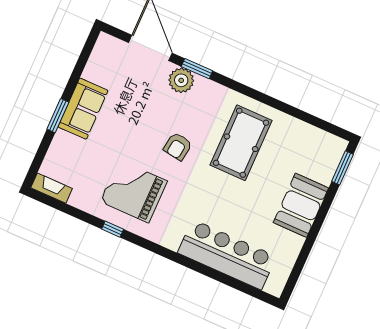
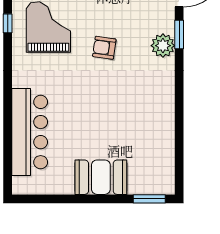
plant: (181, 80) -> (163, 46), moved
pool table: (241, 143) -> (132, 101), removed

